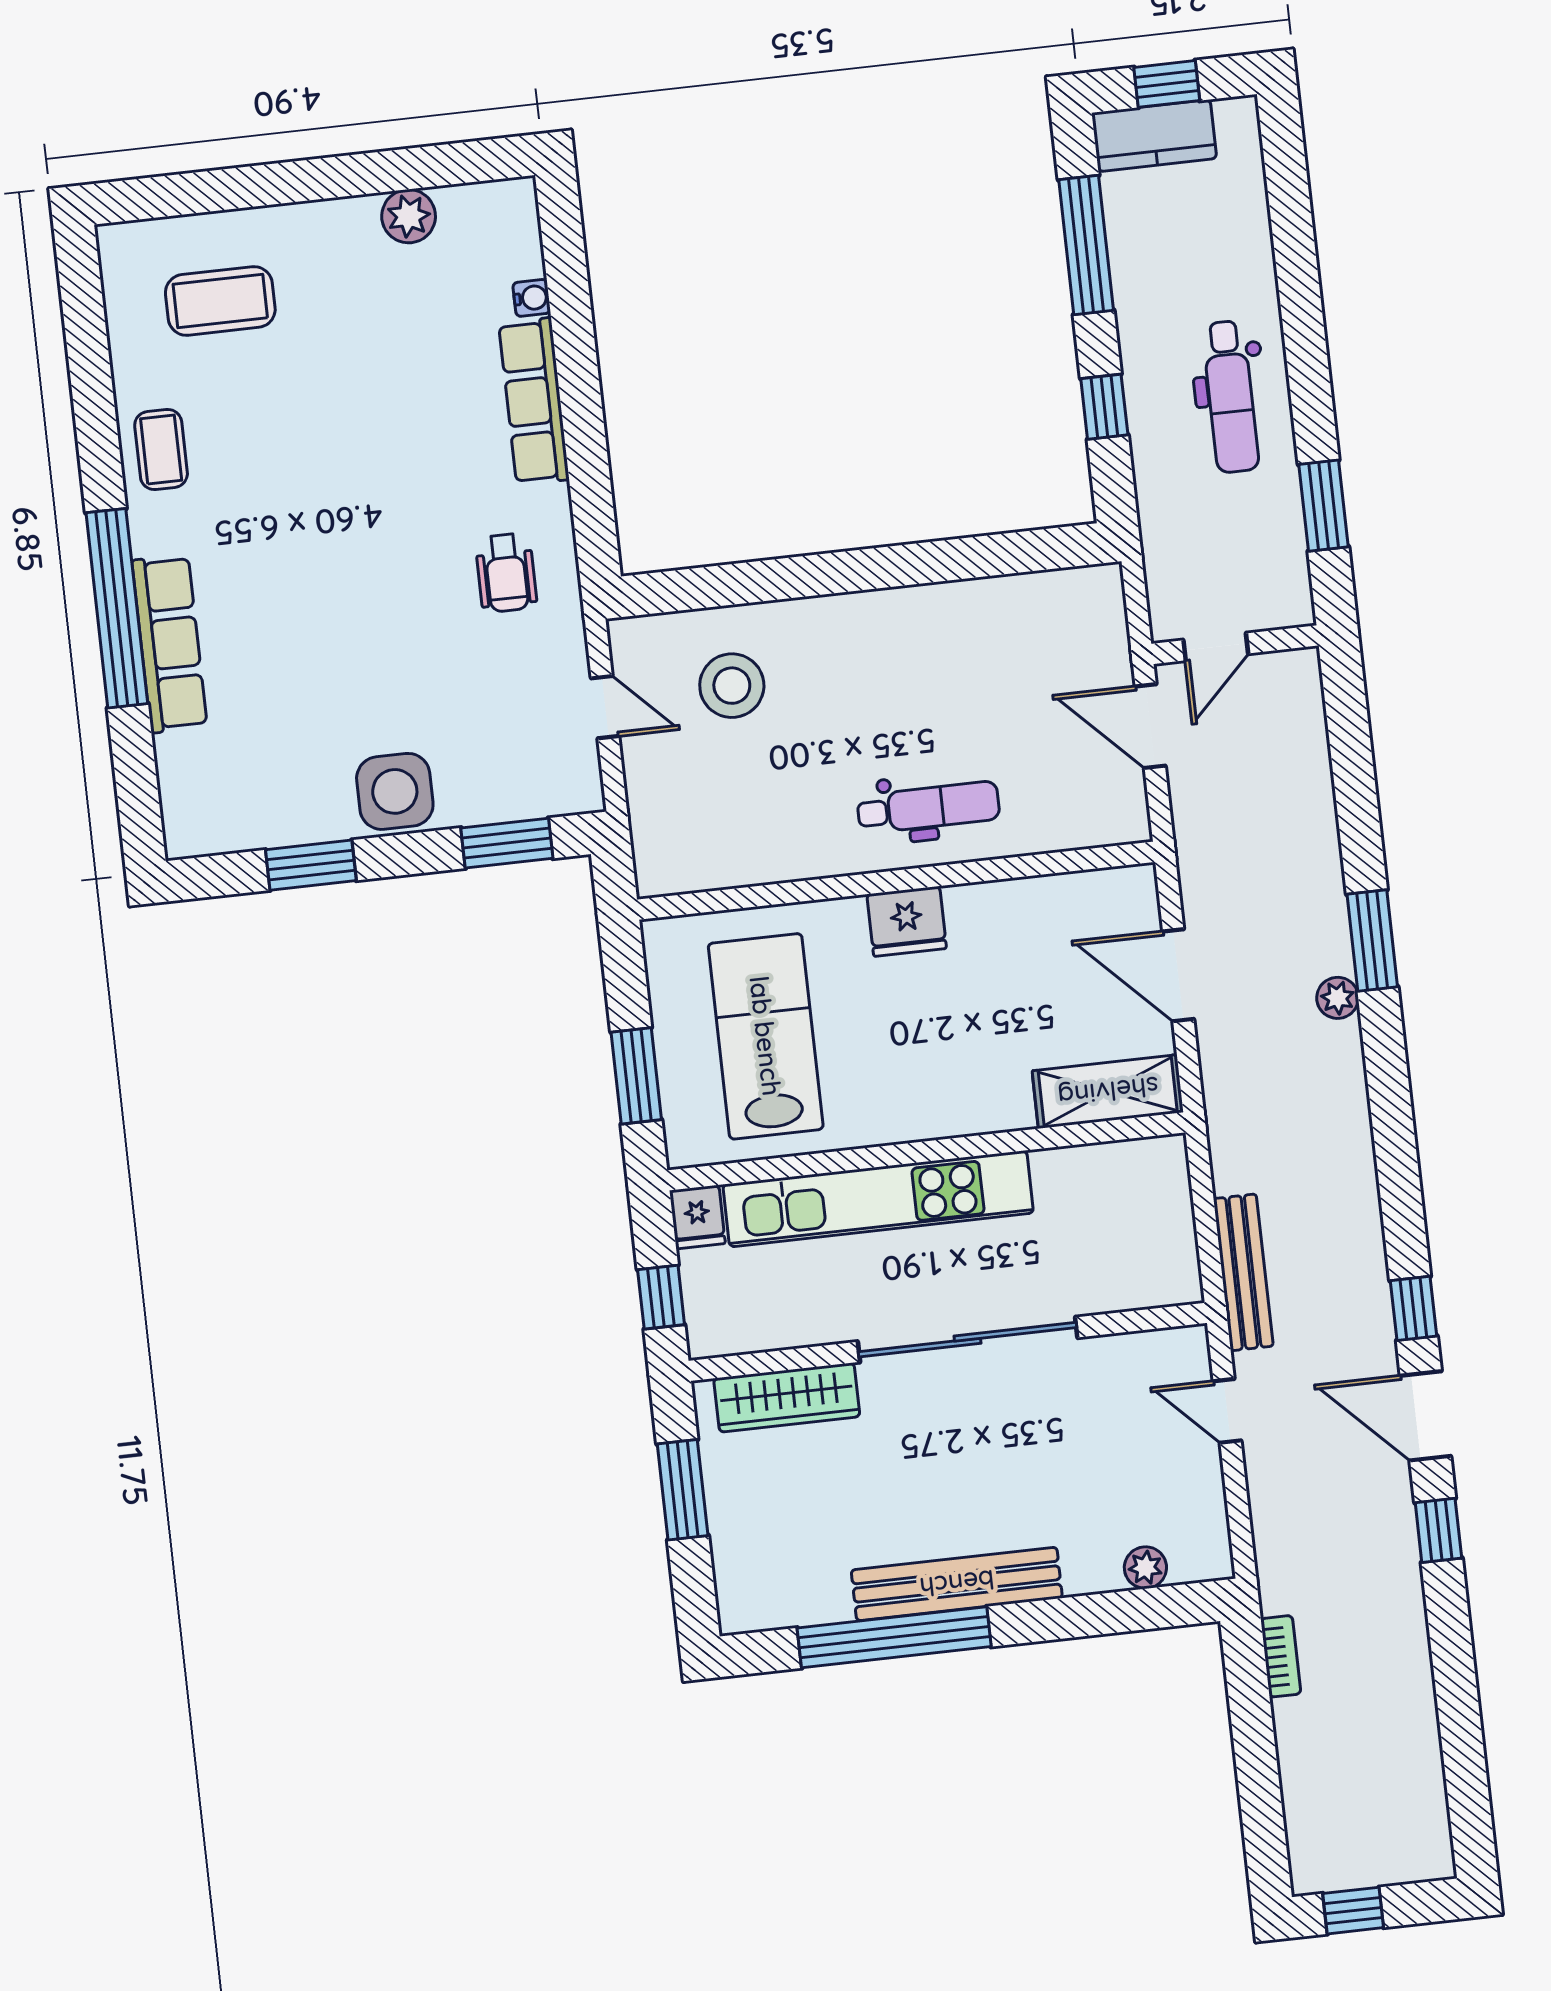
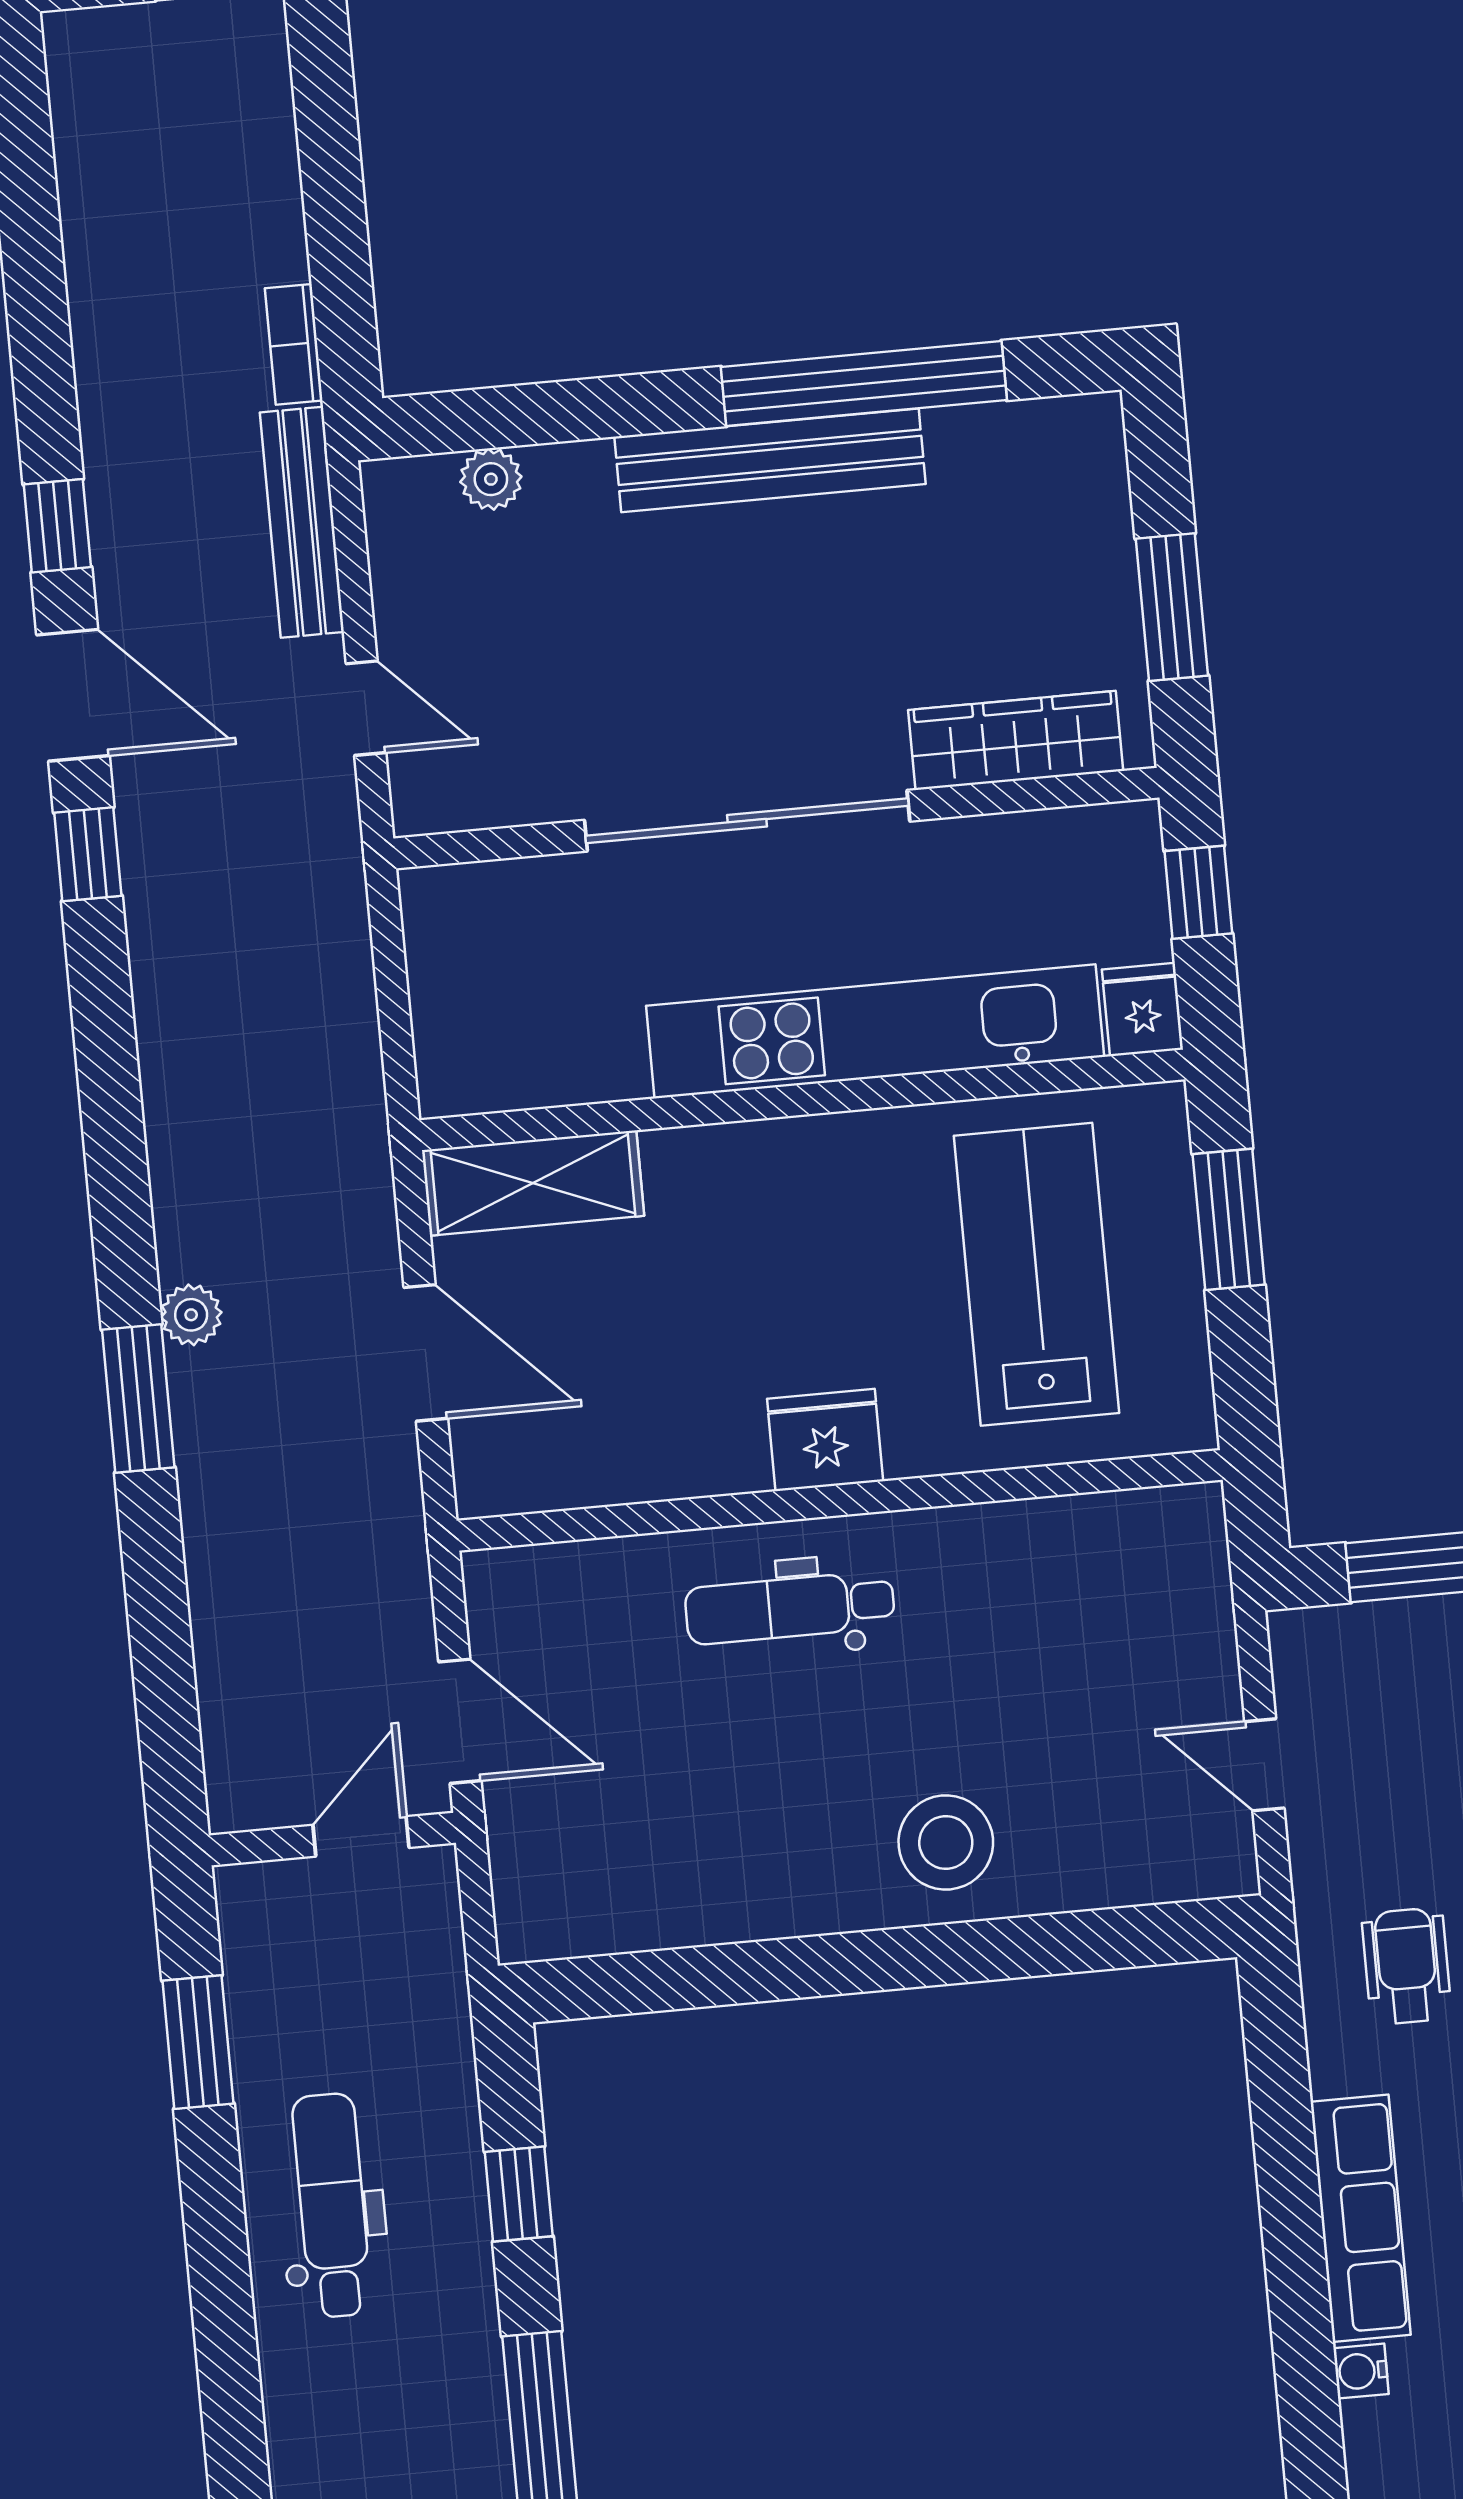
stool: (732, 686) -> (946, 1842), moved
lab bench: (766, 1036) -> (1036, 1274), turned 180
bench: (1243, 1272) -> (302, 522), moved

